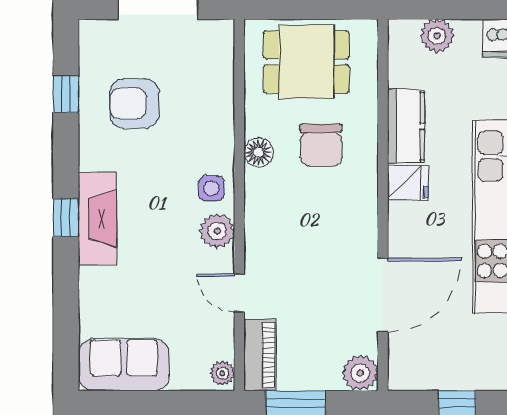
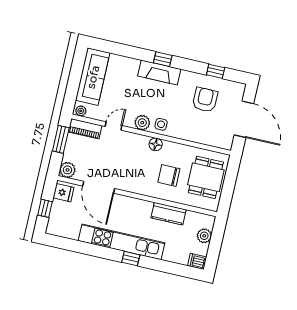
floor lamp: (259, 152) -> (156, 144), moved
fridge: (408, 183) -> (63, 193), moved, turned -90
sofa: (124, 365) -> (93, 77), width x1.36

